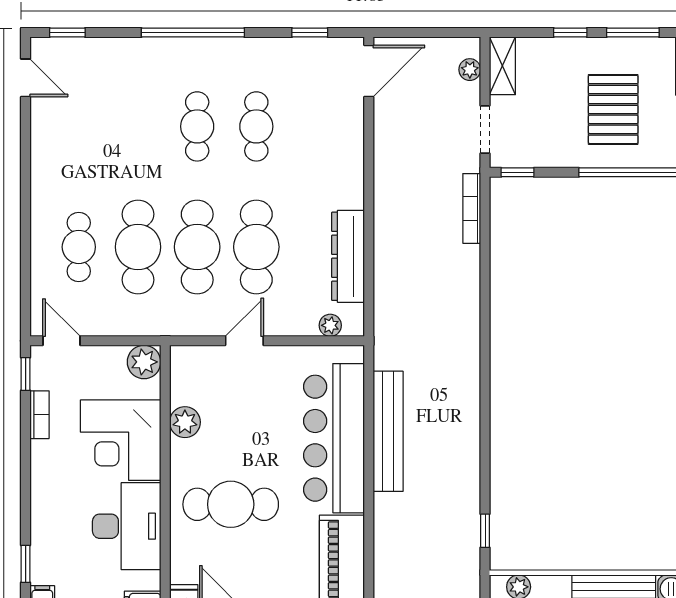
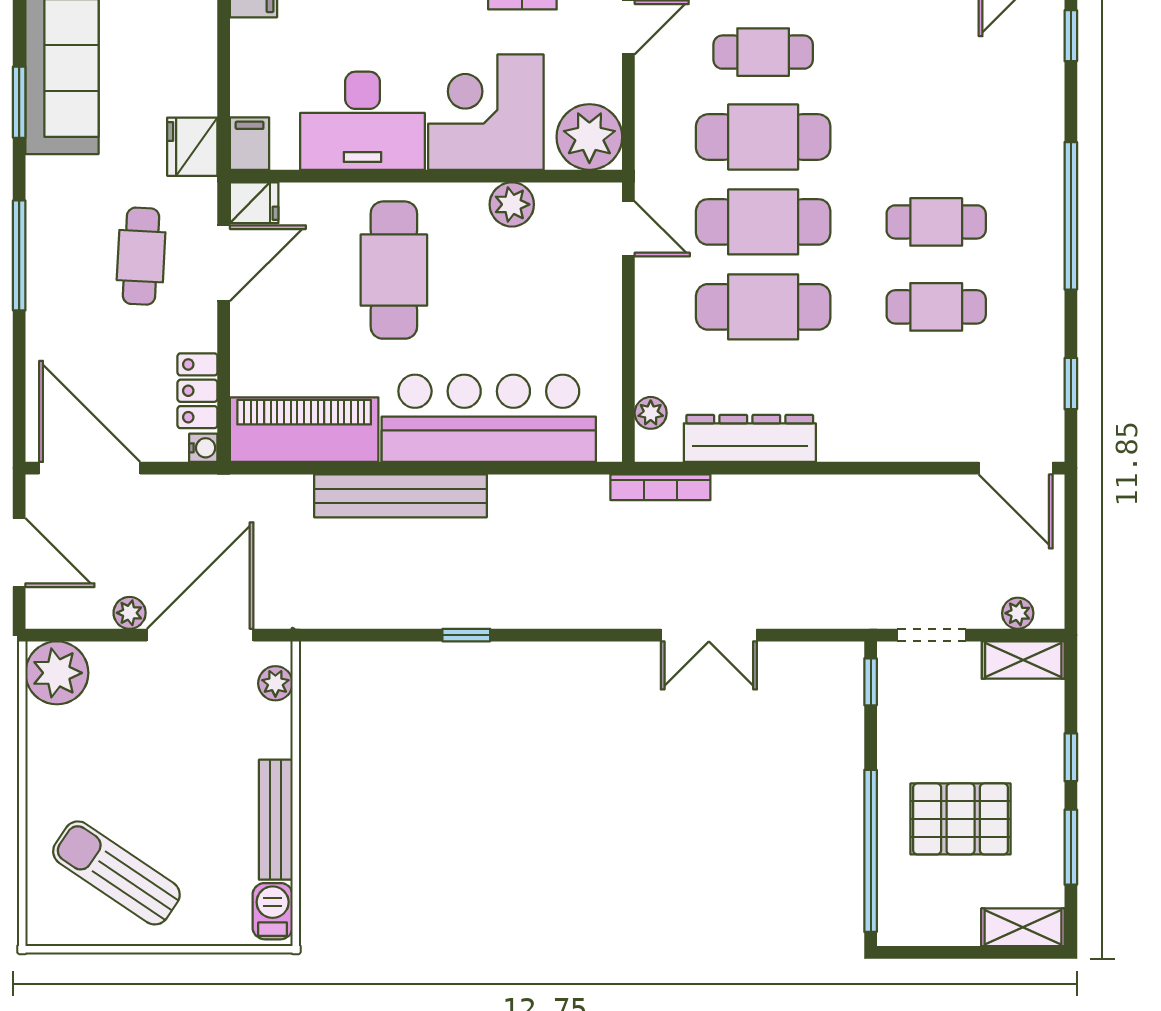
bookcase: (472, 208) -> (660, 487), moved, turned 180
double door: (485, 285) -> (709, 635), added
door: (244, 341) -> (628, 229), moved
plant: (144, 362) -> (589, 137), width x1.36, depth x1.36
bench: (388, 431) -> (400, 496), moved
window: (485, 531) -> (466, 635), moved

